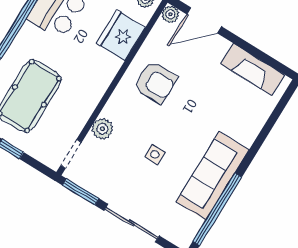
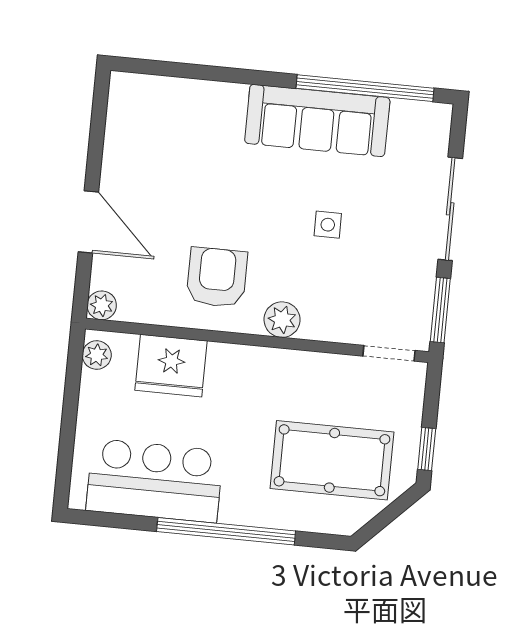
door: (204, 20) -> (88, 222), moved
fireplace: (253, 69) -> (125, 139), removed
plant: (102, 129) -> (282, 320), moved

